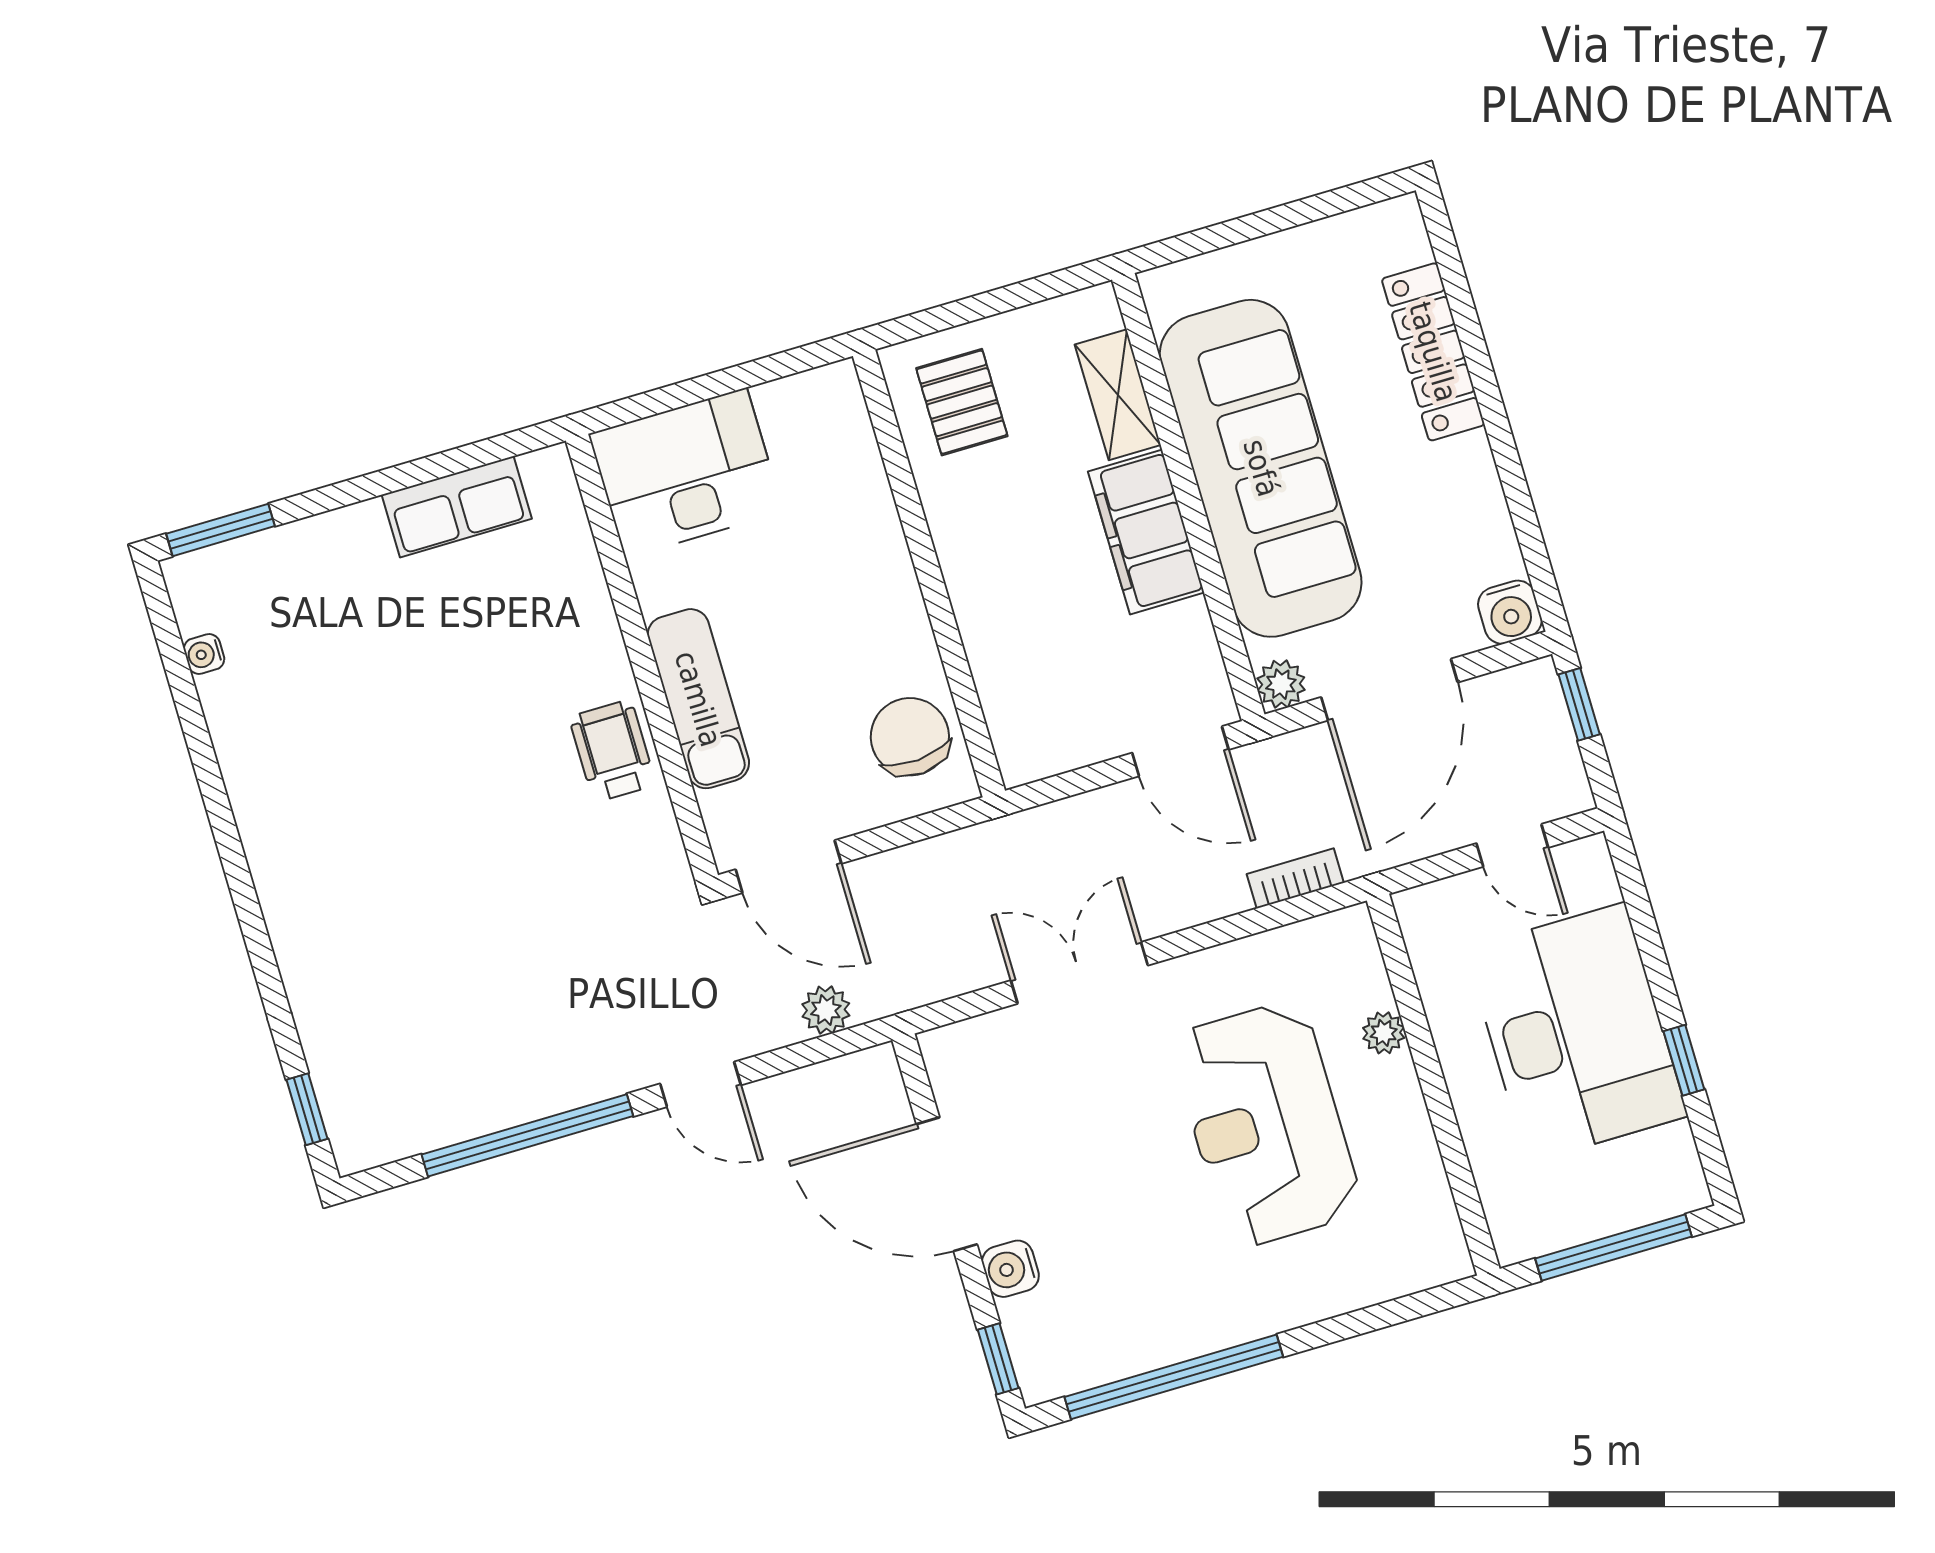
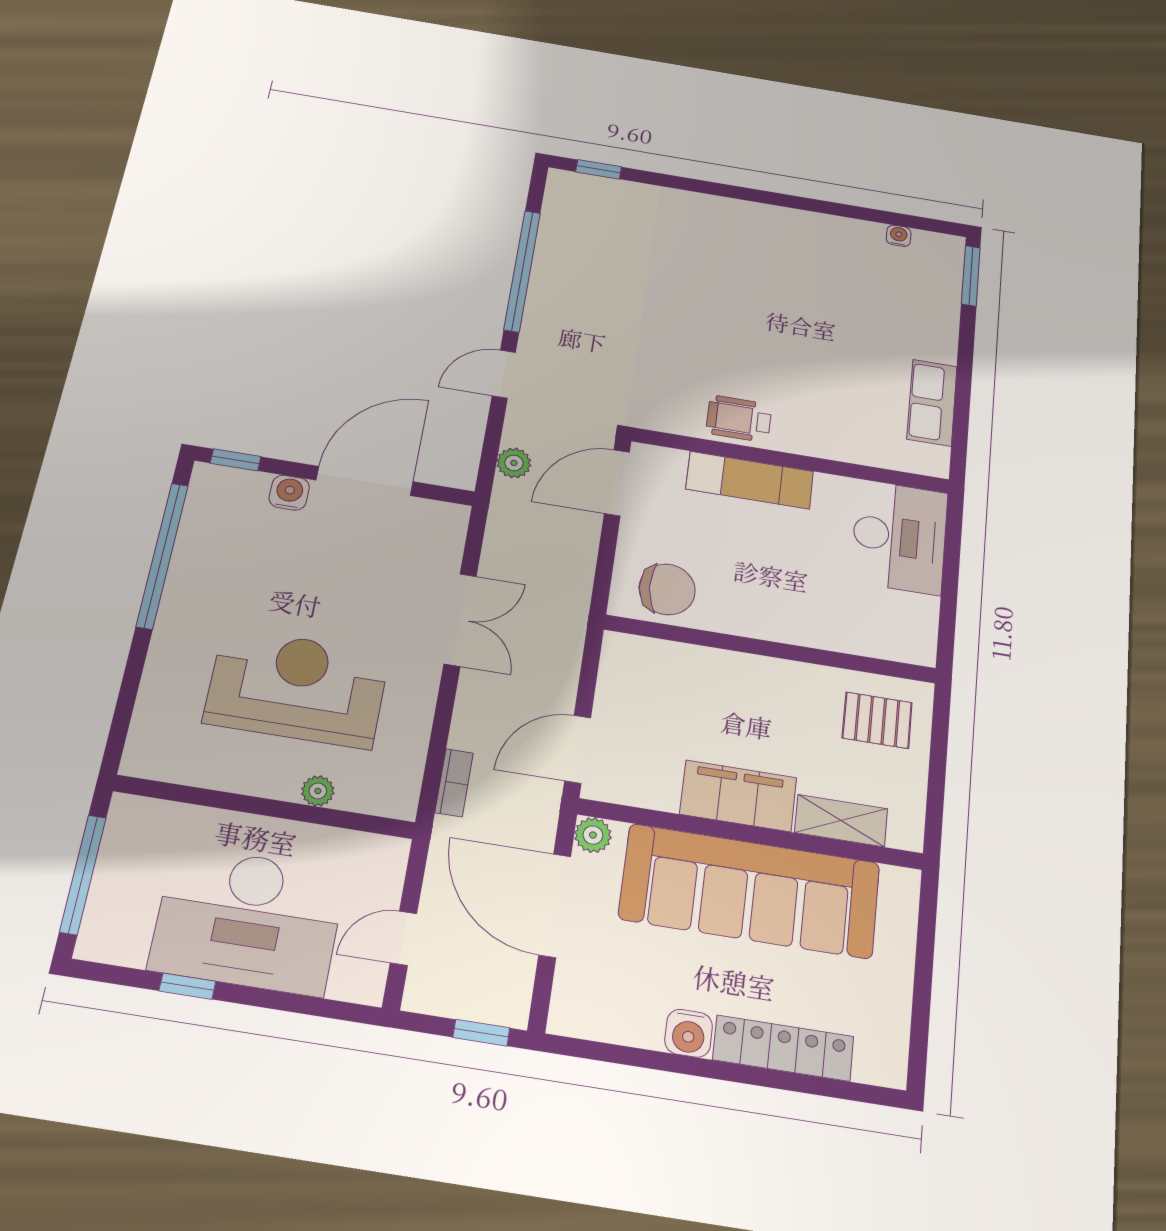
water cooler: (1510, 612) -> (689, 1033), moved, turned -90
wheelchair: (612, 751) -> (739, 419), turned 180

